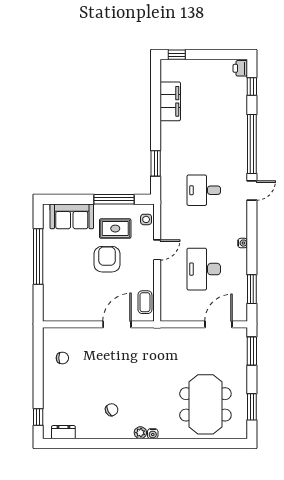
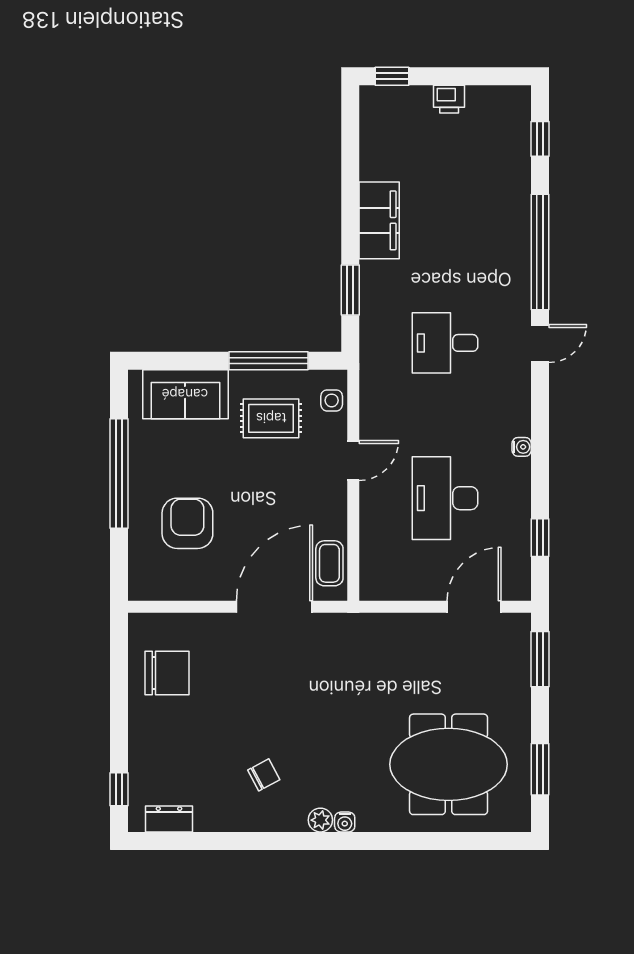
printer: (240, 68) -> (449, 99), moved, turned -90
filing cabinet: (170, 101) -> (379, 220), moved
armchair: (107, 259) -> (187, 523), moved
window: (252, 289) -> (540, 538), width x0.67
door: (117, 324) -> (275, 607), width x1.36
chair: (62, 358) -> (167, 673), width x1.87, depth x1.87
meeting table: (205, 404) -> (449, 764), turned 90

